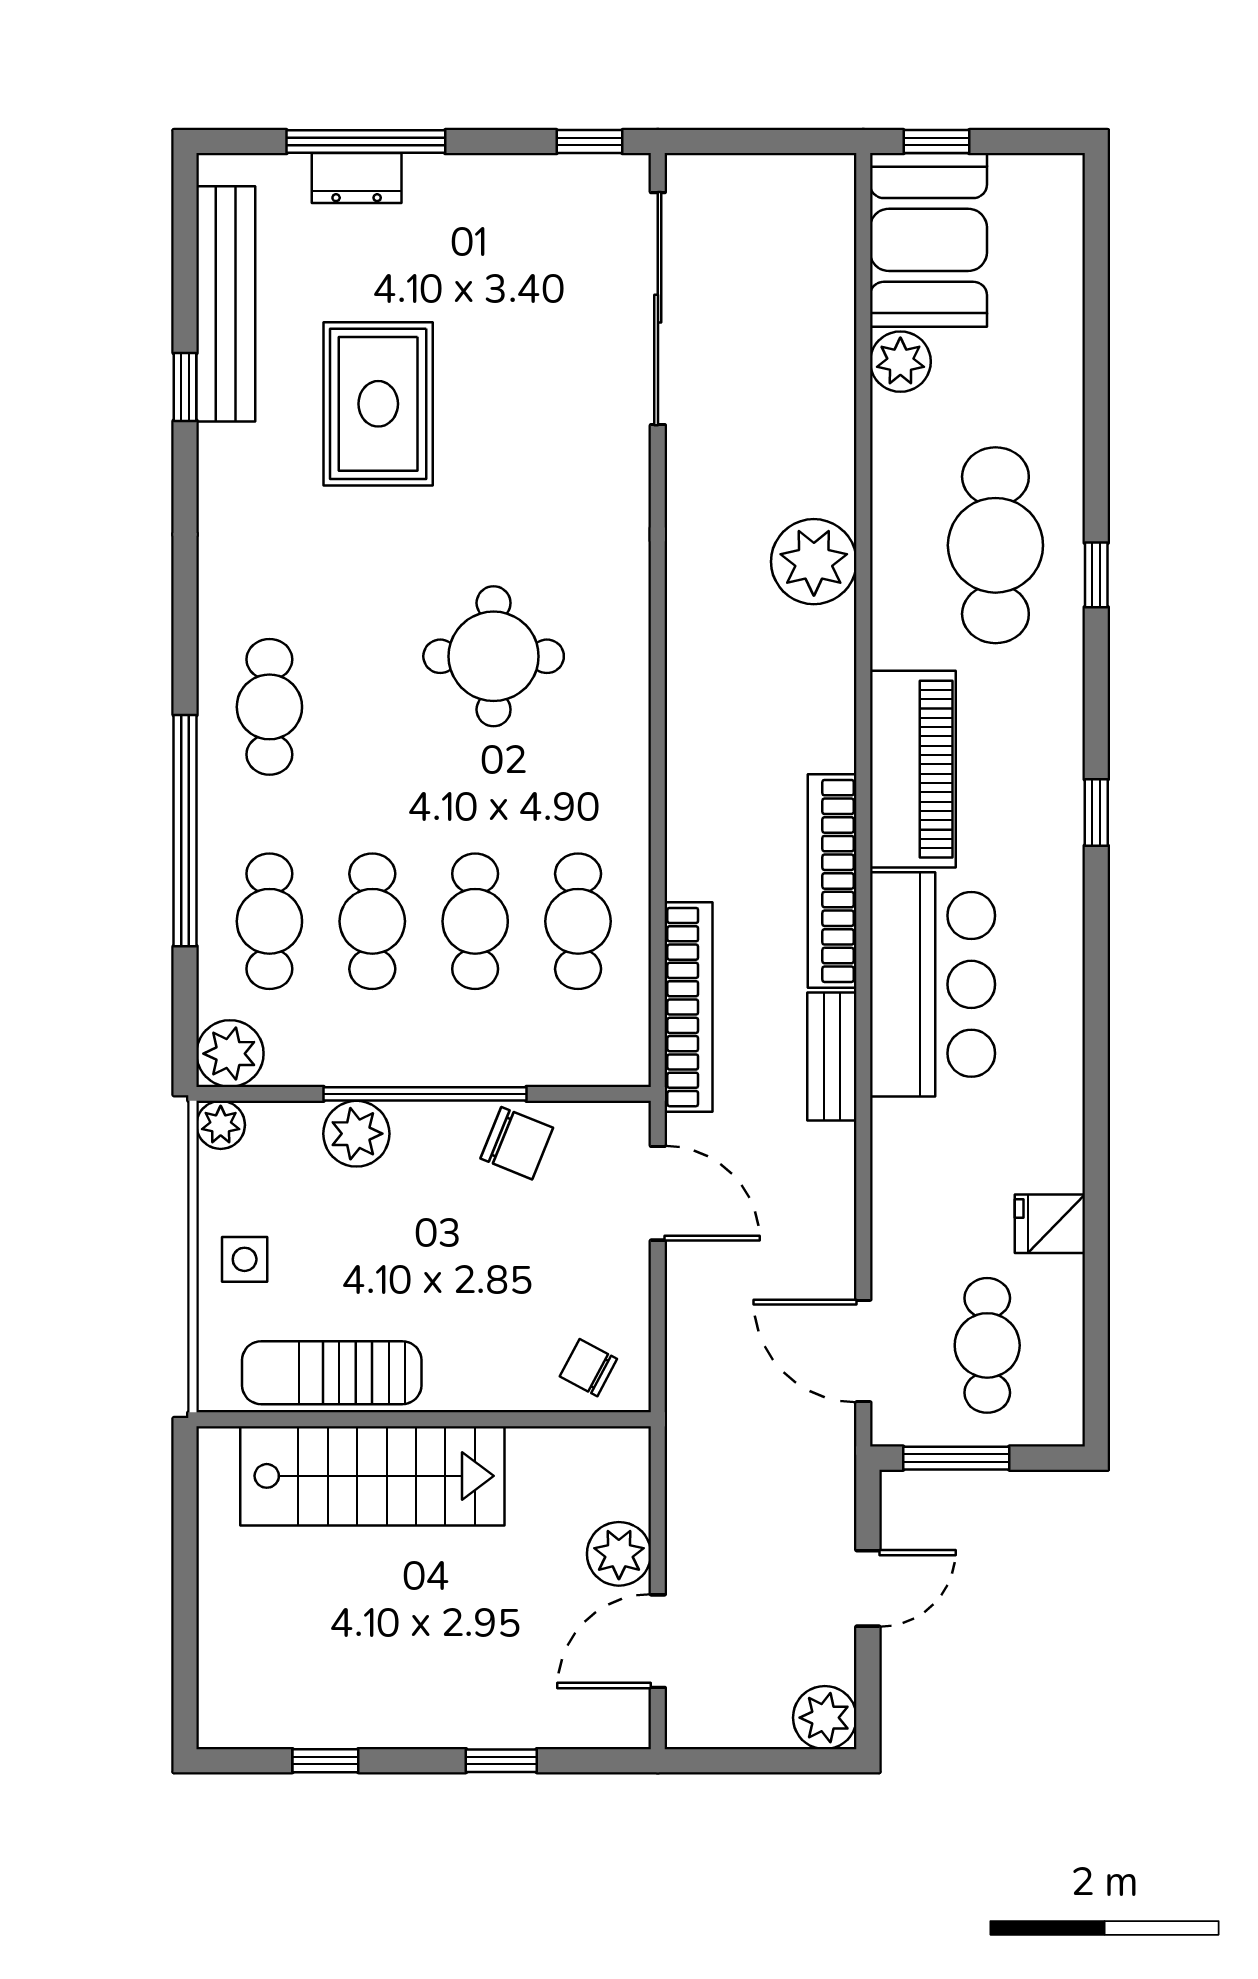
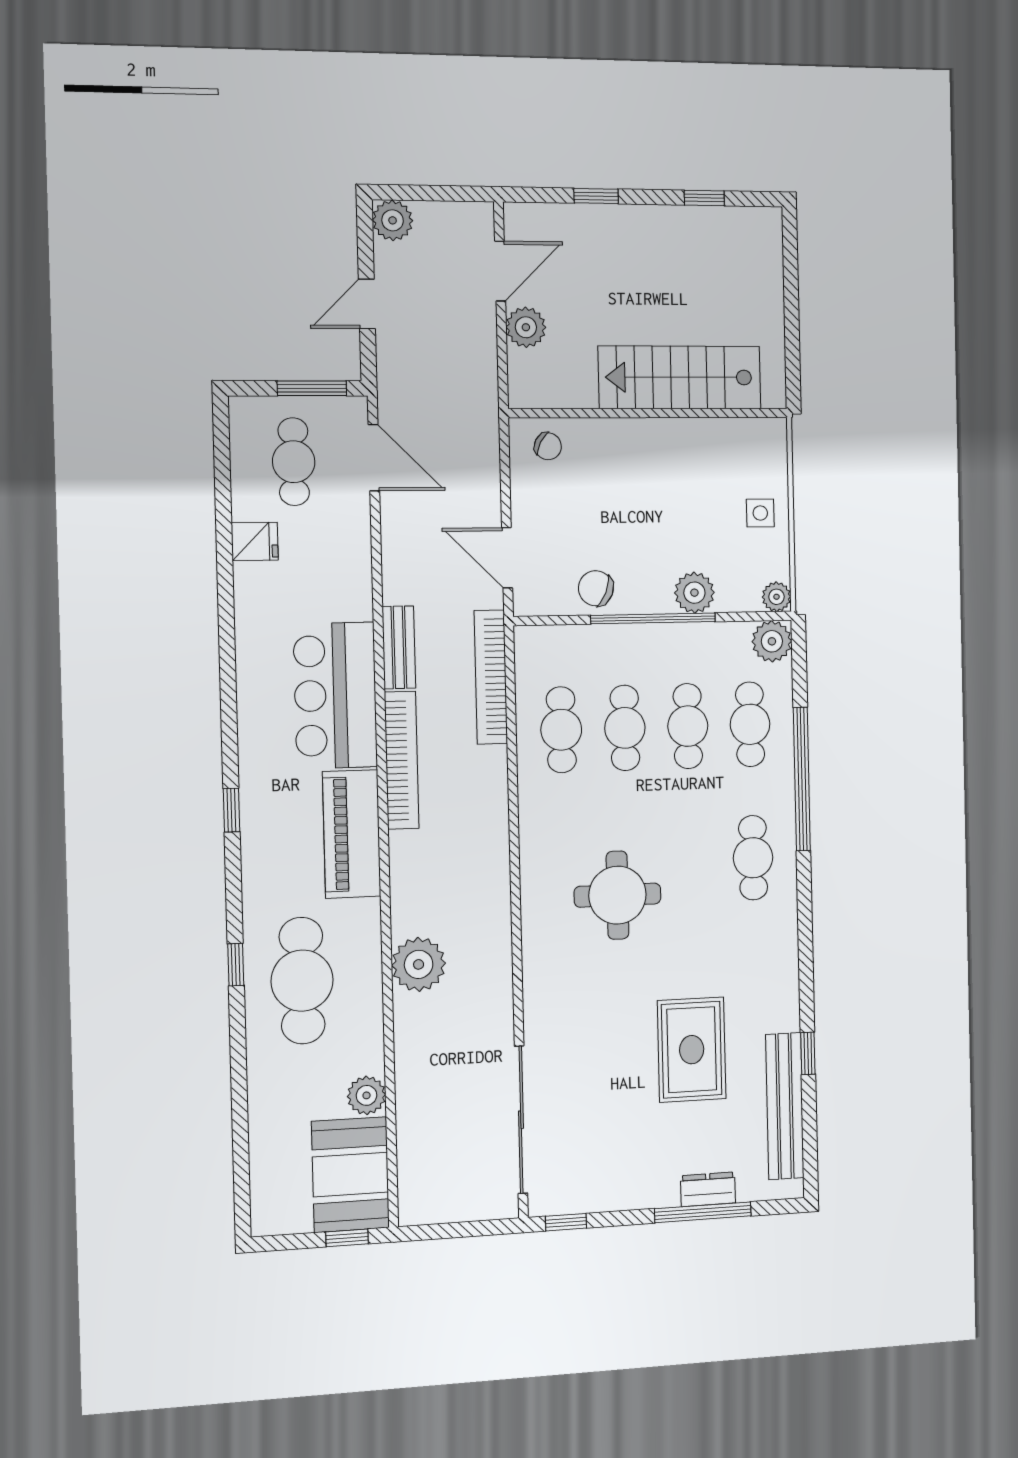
sun lounger: (332, 1373) -> (706, 442), removed

